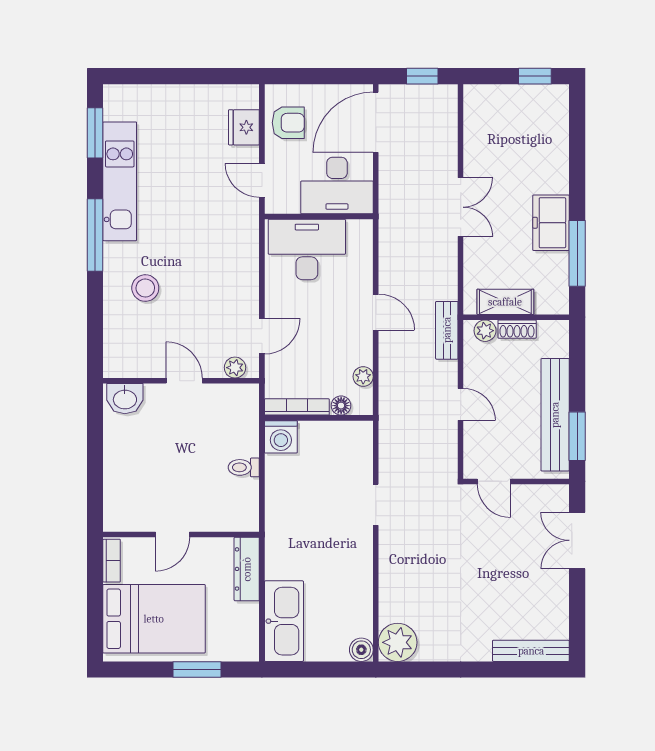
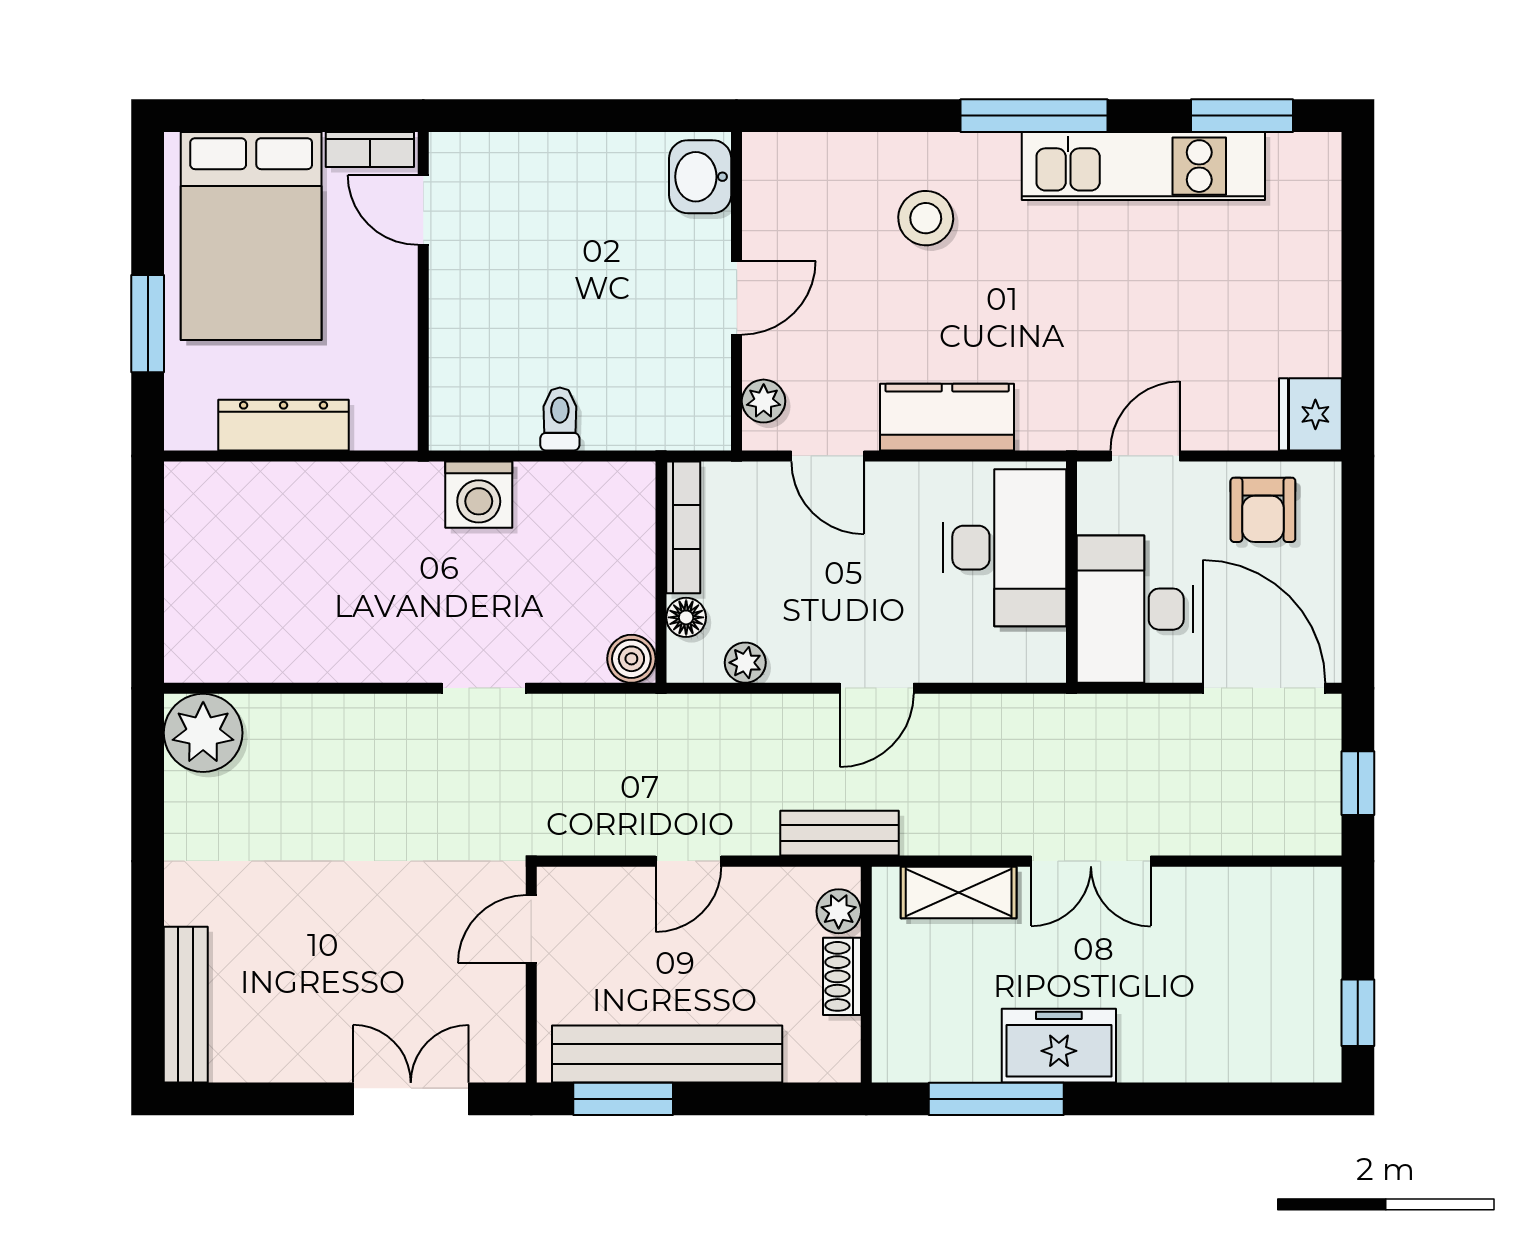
fridge: (244, 127) -> (1310, 414), moved, turned -90
kitchen counter: (243, 278) -> (947, 417), added
shelving: (505, 302) -> (959, 893), moved, turned 90
washing machine: (281, 437) -> (479, 495), moved, turned -90
door: (172, 534) -> (423, 210), moved
dresser: (247, 569) -> (284, 425), moved
kitchen sink: (284, 621) -> (246, 501), removed
boiler: (361, 650) -> (631, 659), moved

